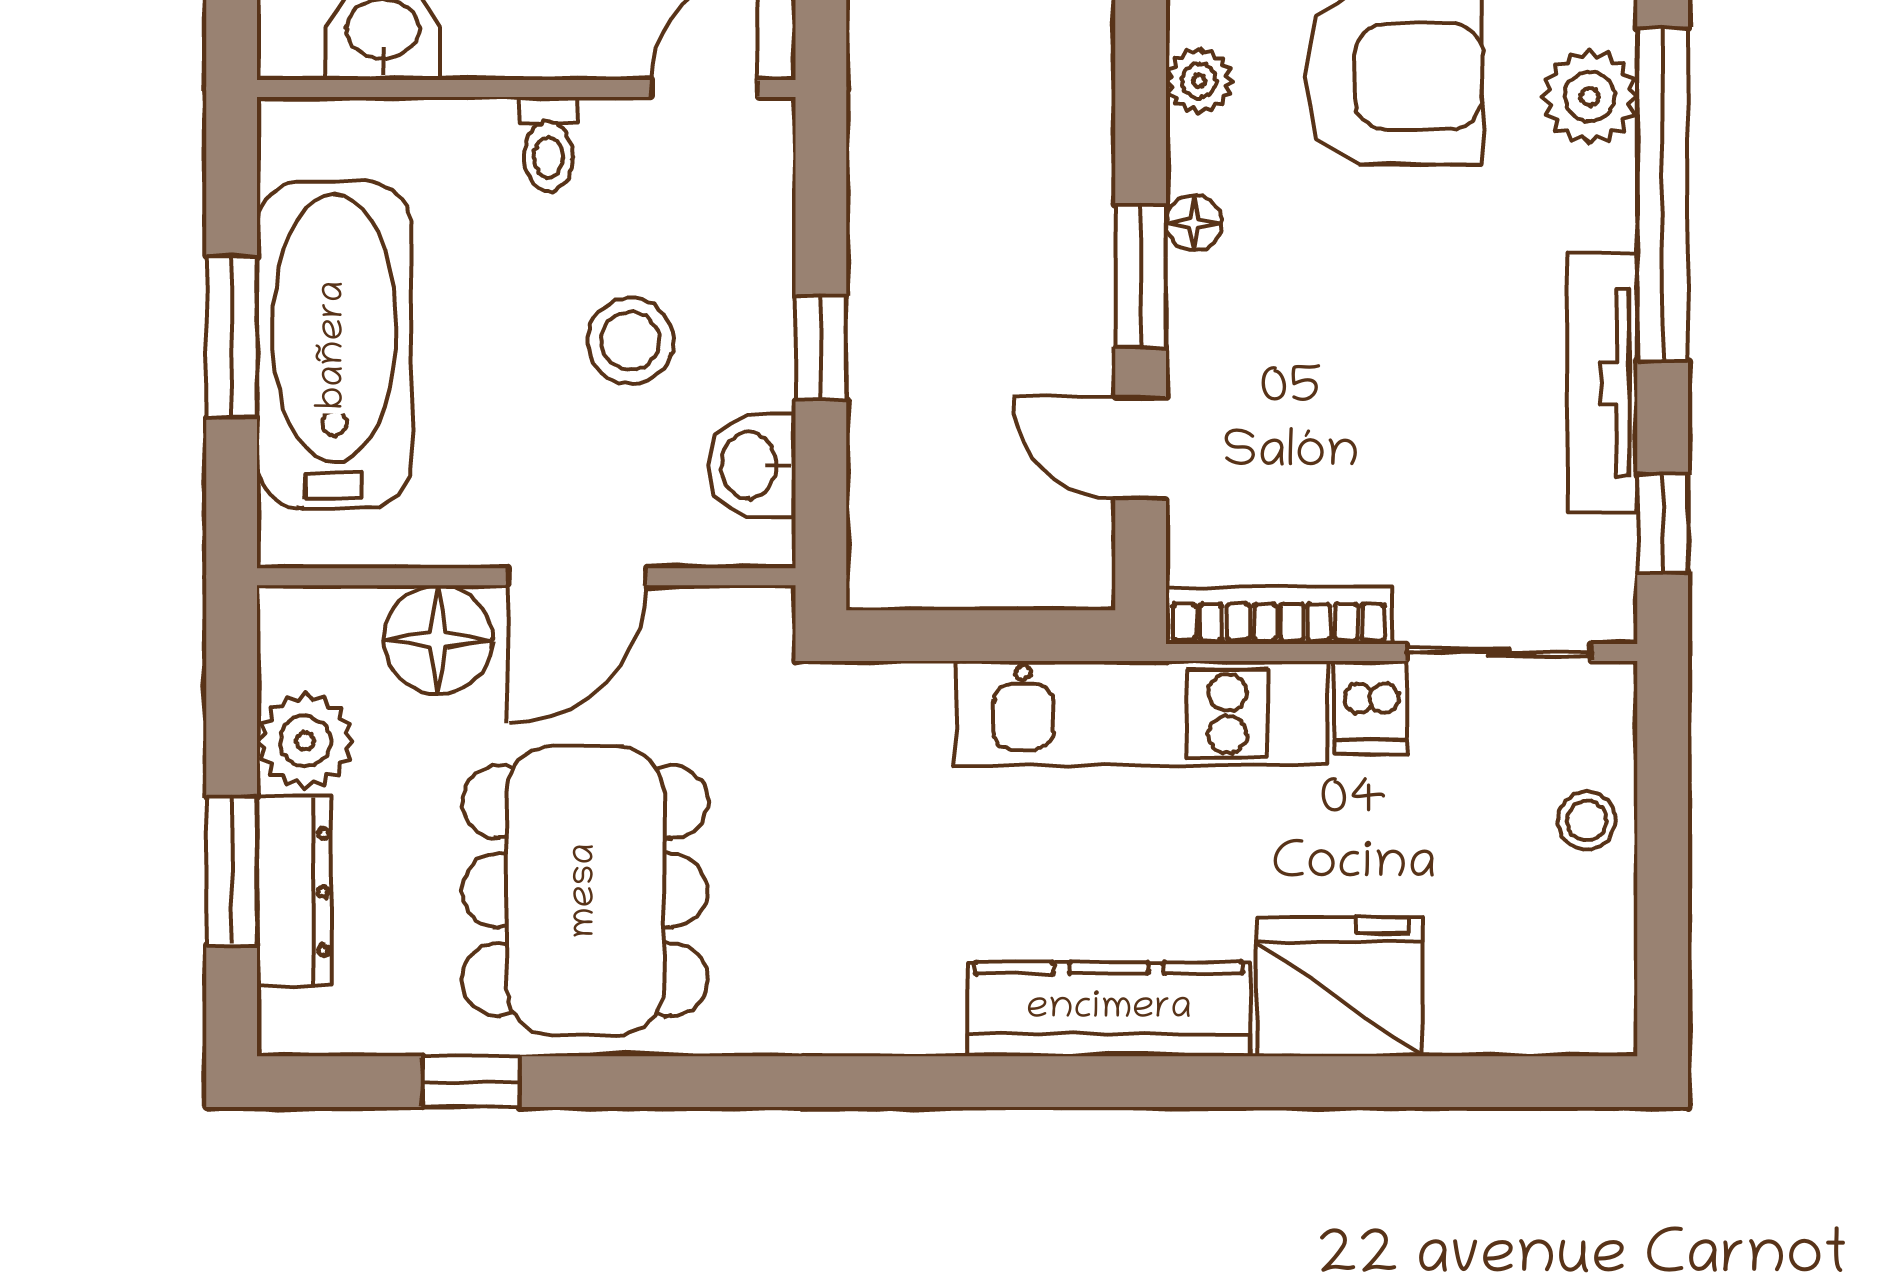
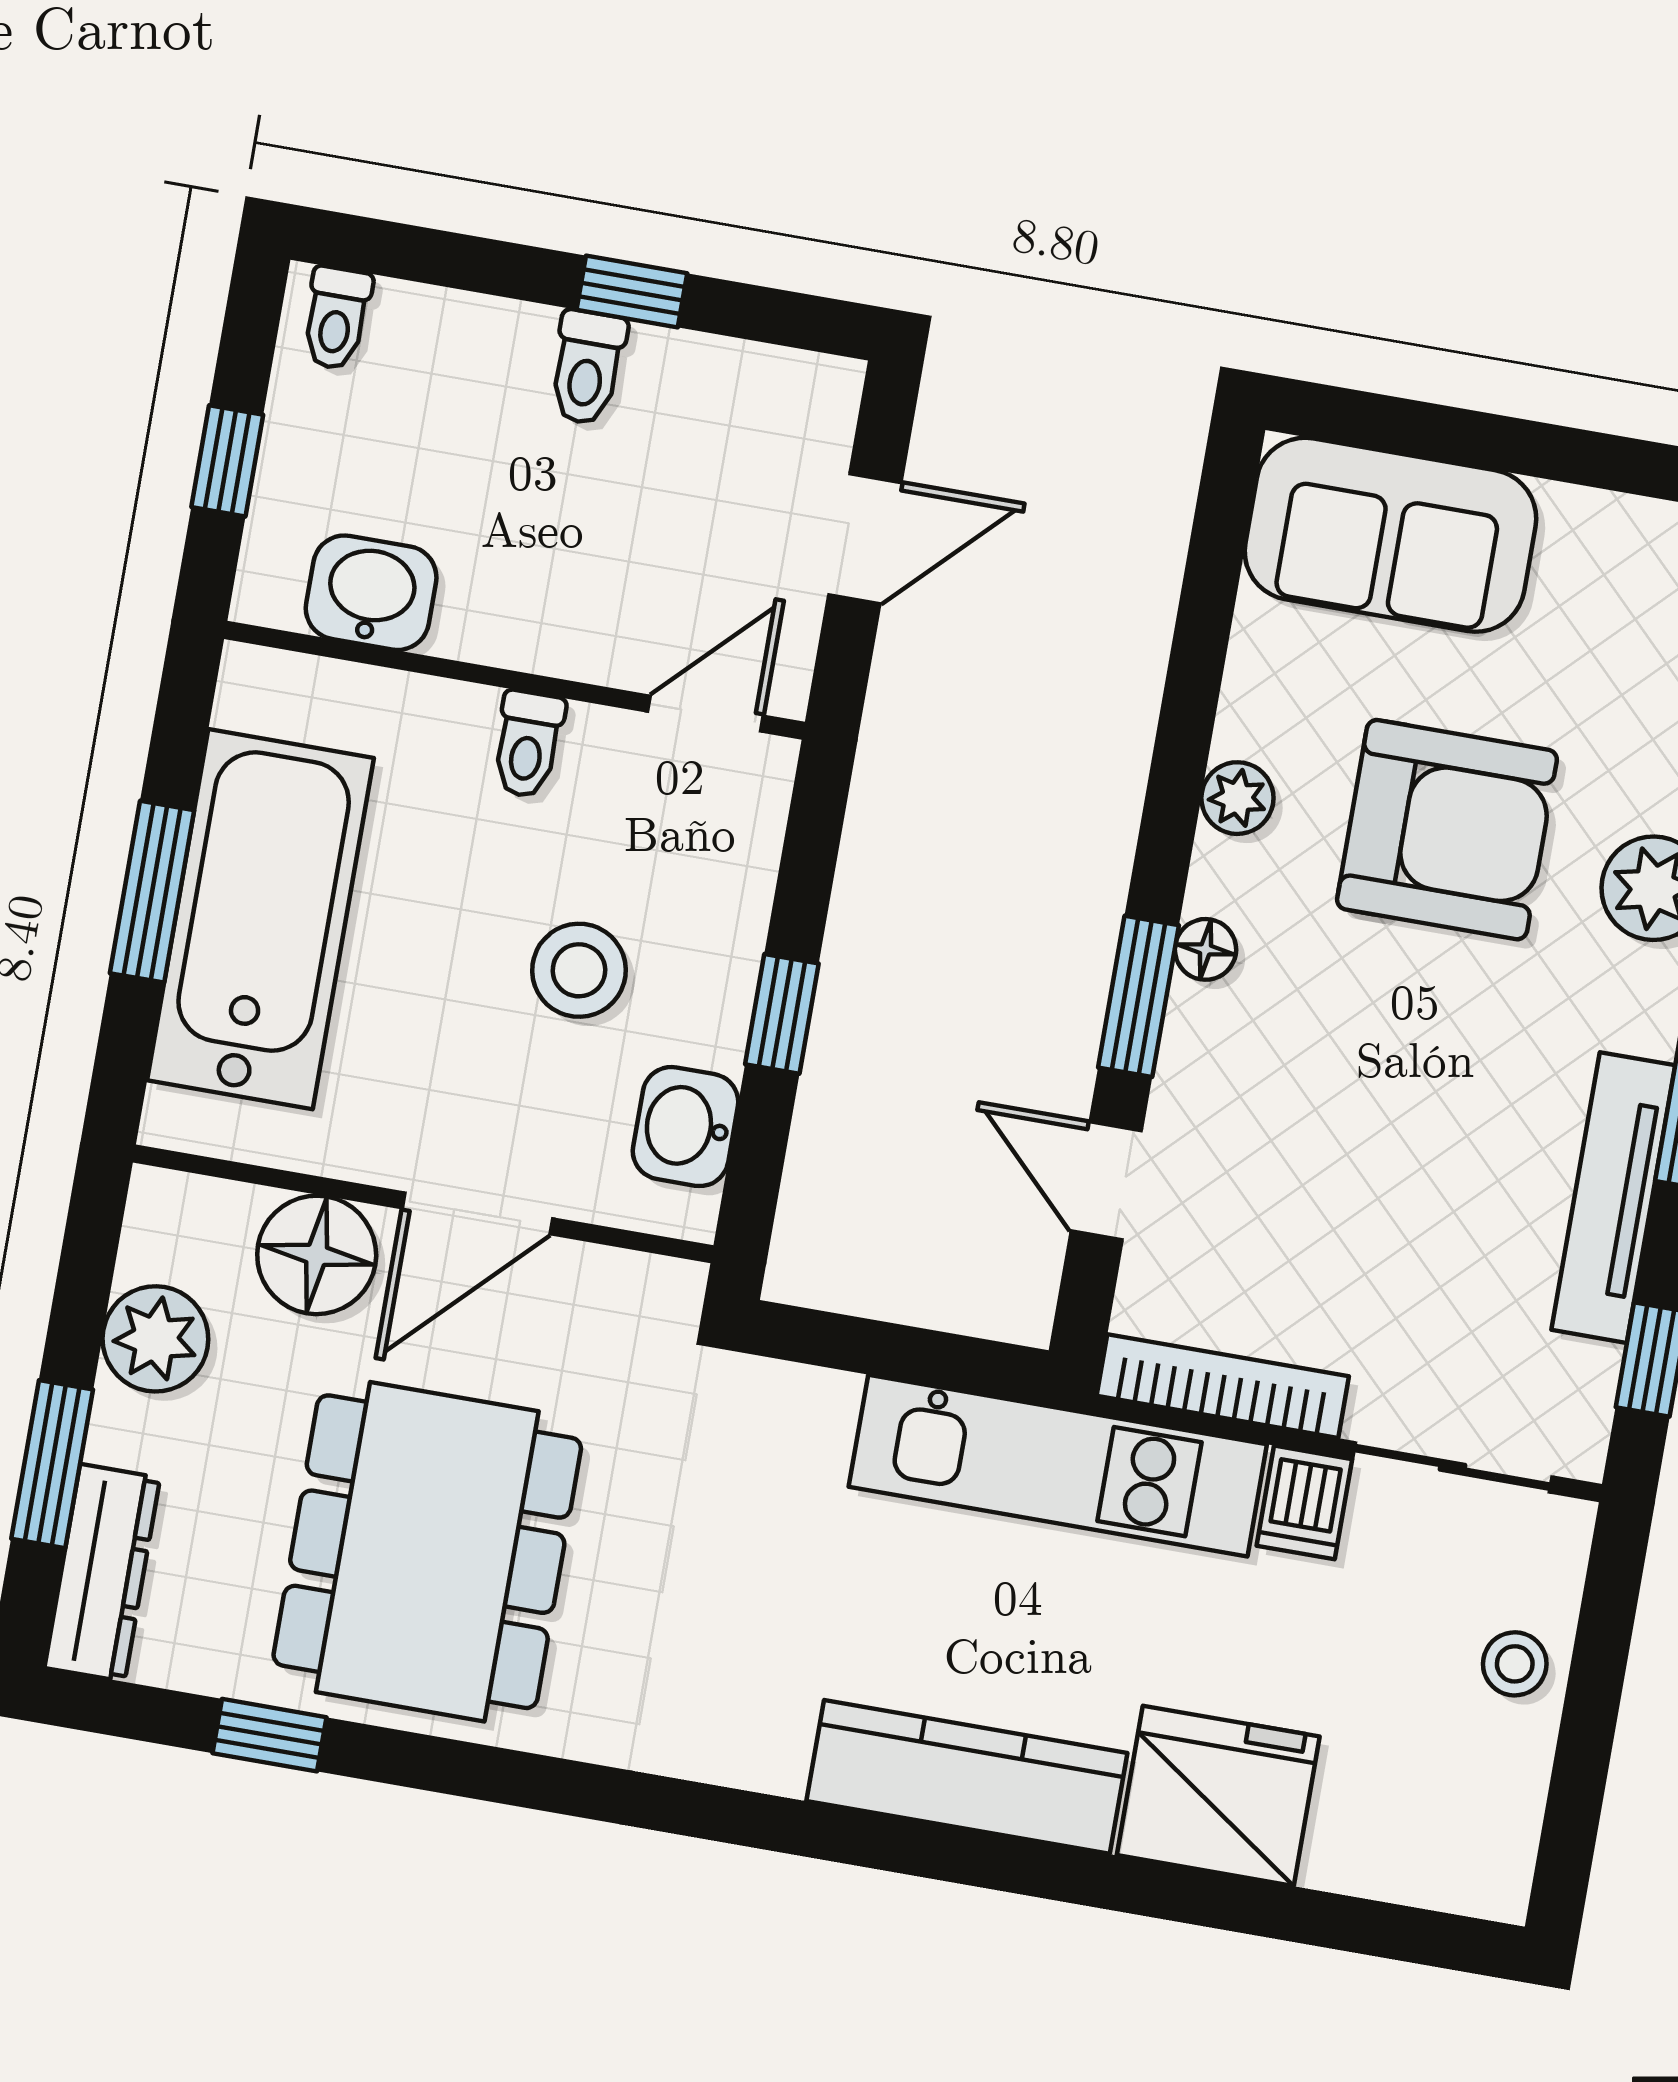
dresser: (294, 892) -> (102, 1573), moved

